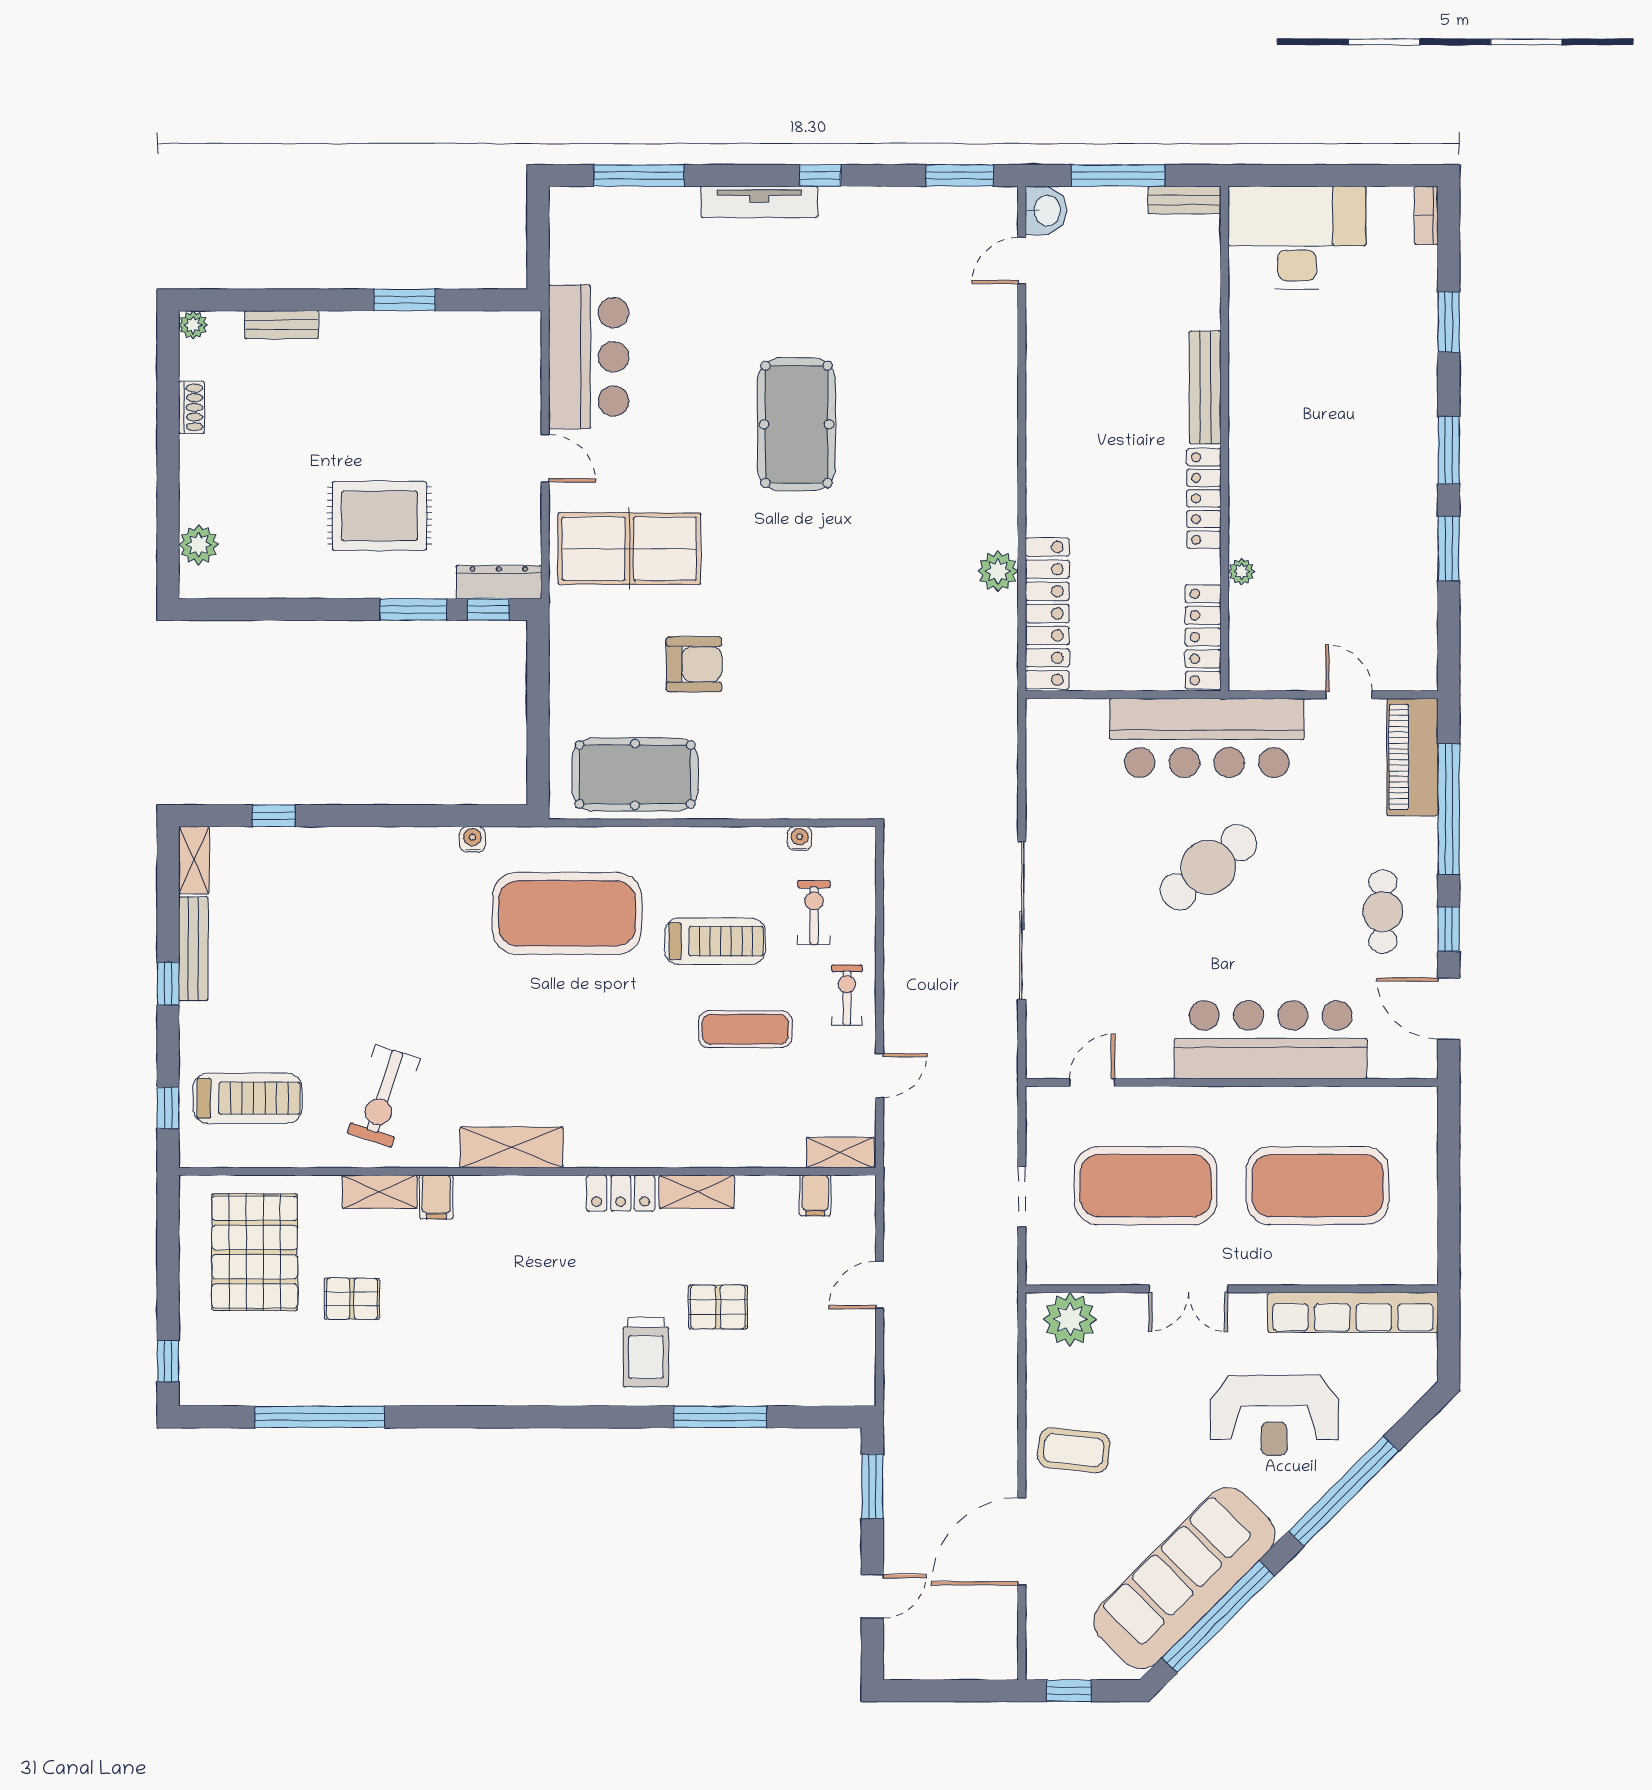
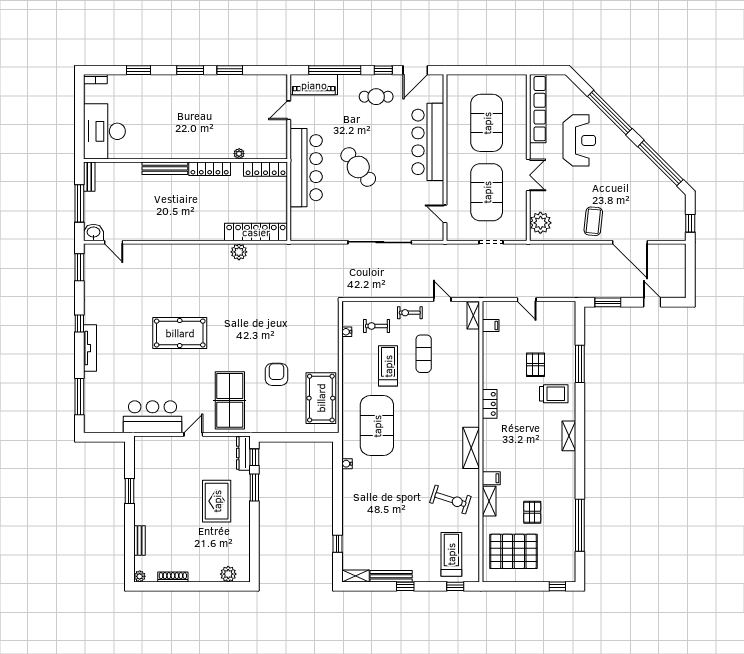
shoe rack: (191, 407) -> (173, 577), width x1.43
shelving: (697, 1192) -> (569, 436), moved
sofa: (1184, 1578) -> (645, 177), removed

